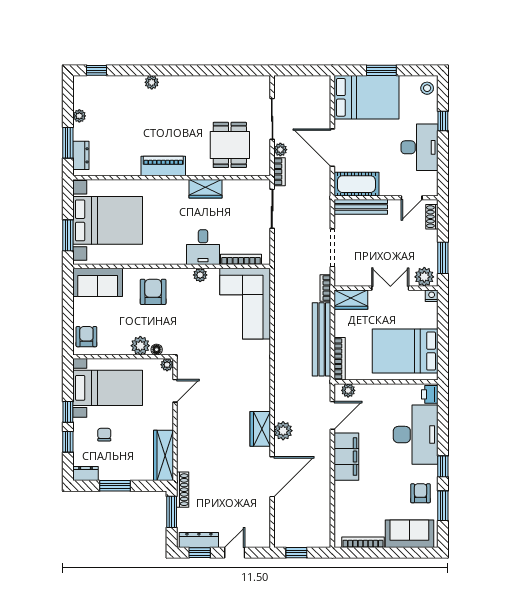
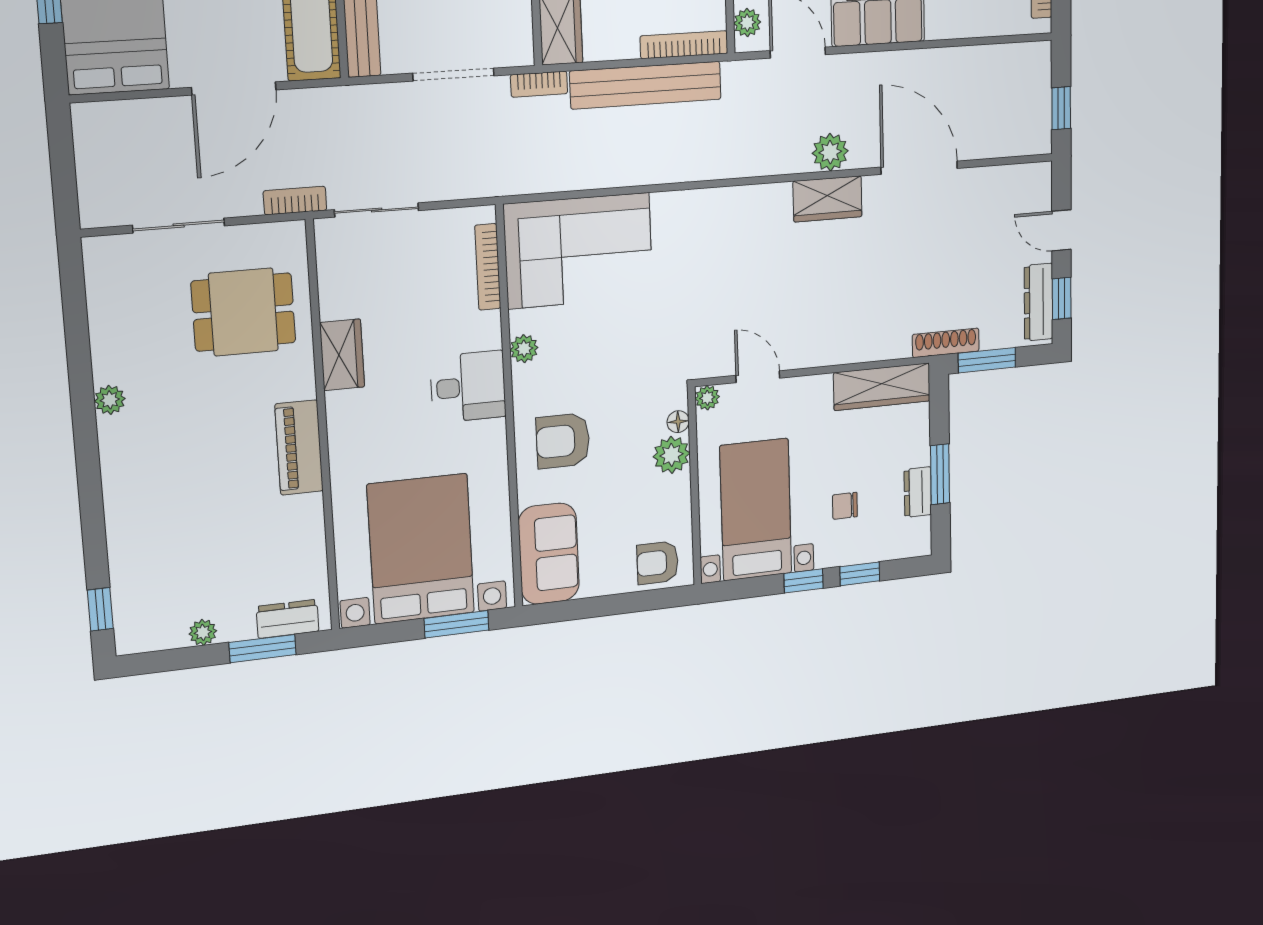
plant: (152, 82) -> (110, 400), moved
plant: (280, 150) -> (246, 202), removed
desk: (203, 247) -> (468, 387), moved
dresser: (86, 474) -> (918, 492), moved

